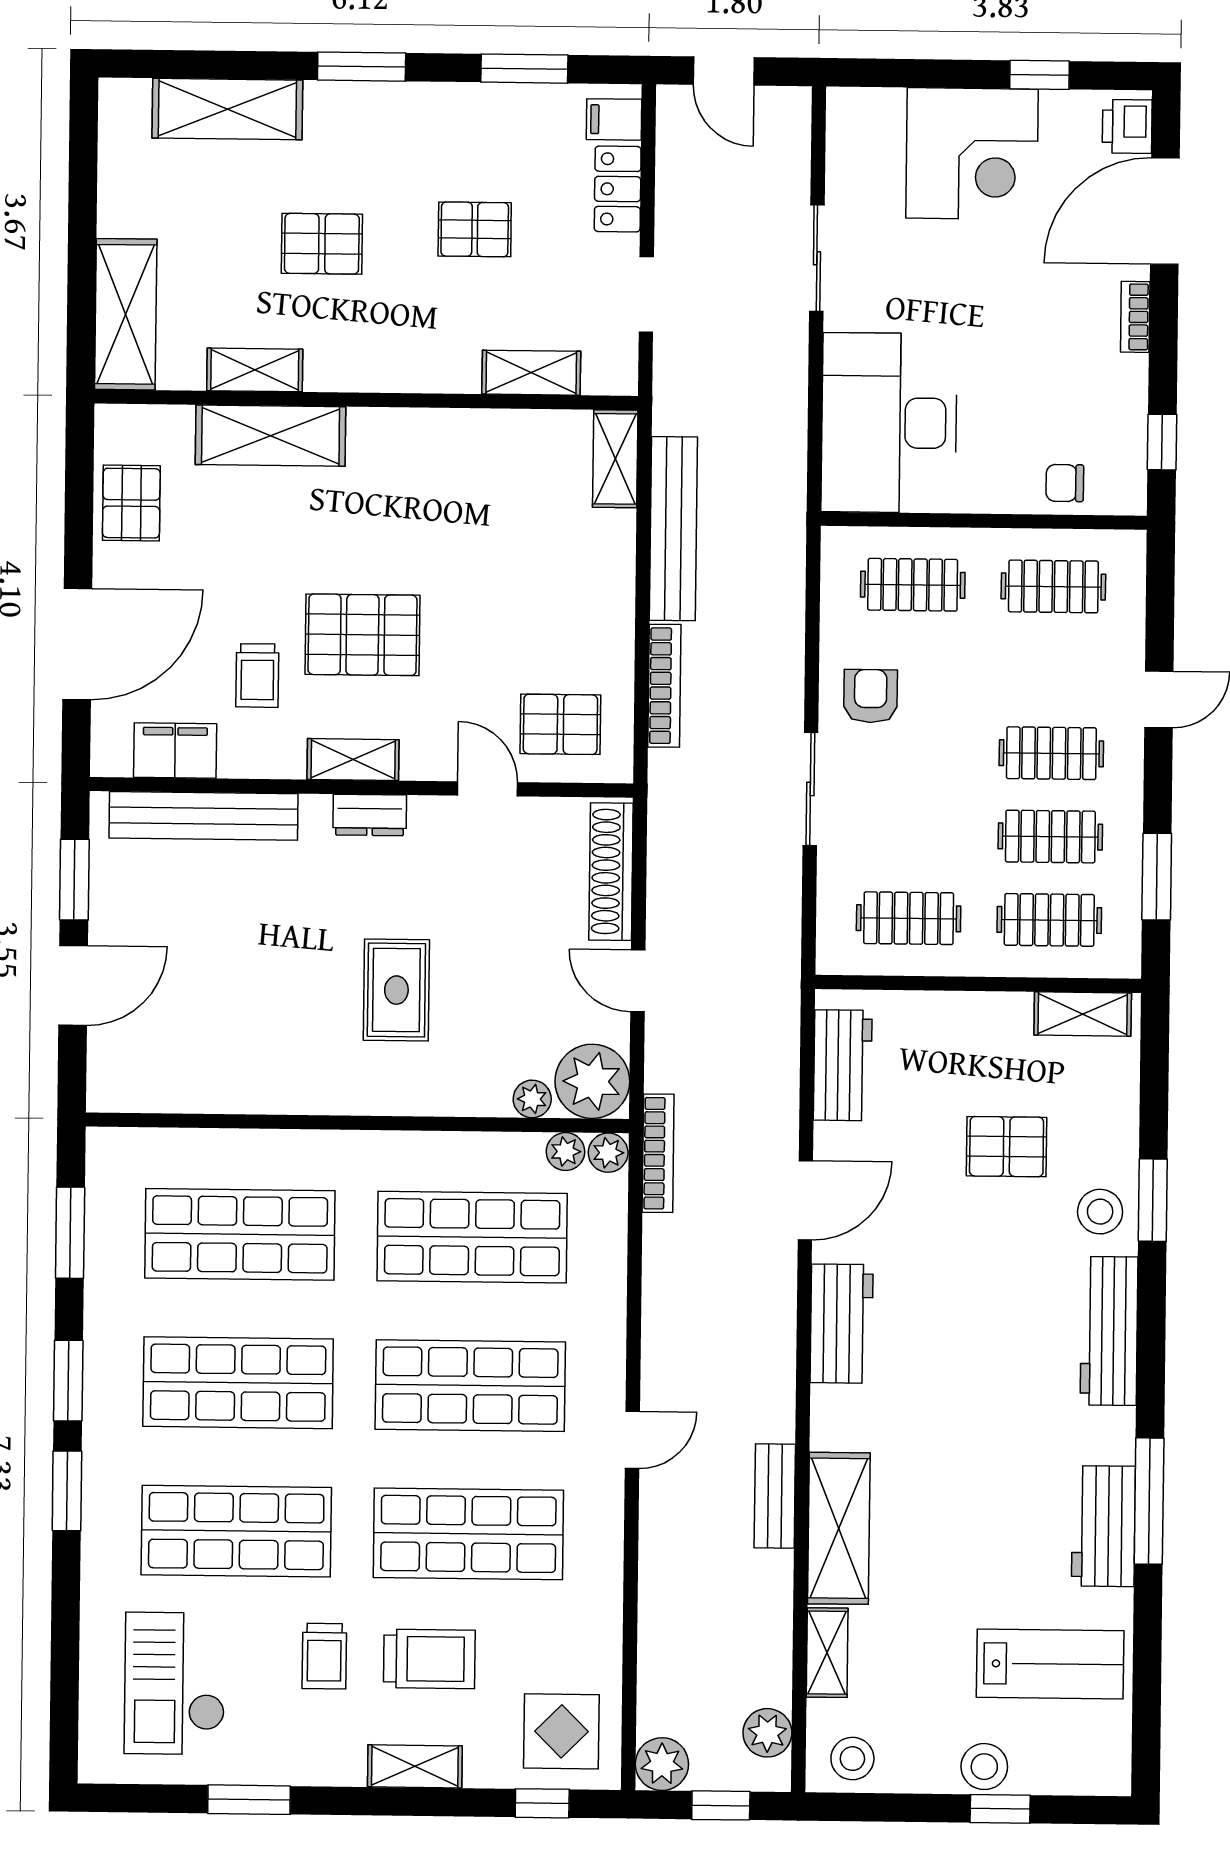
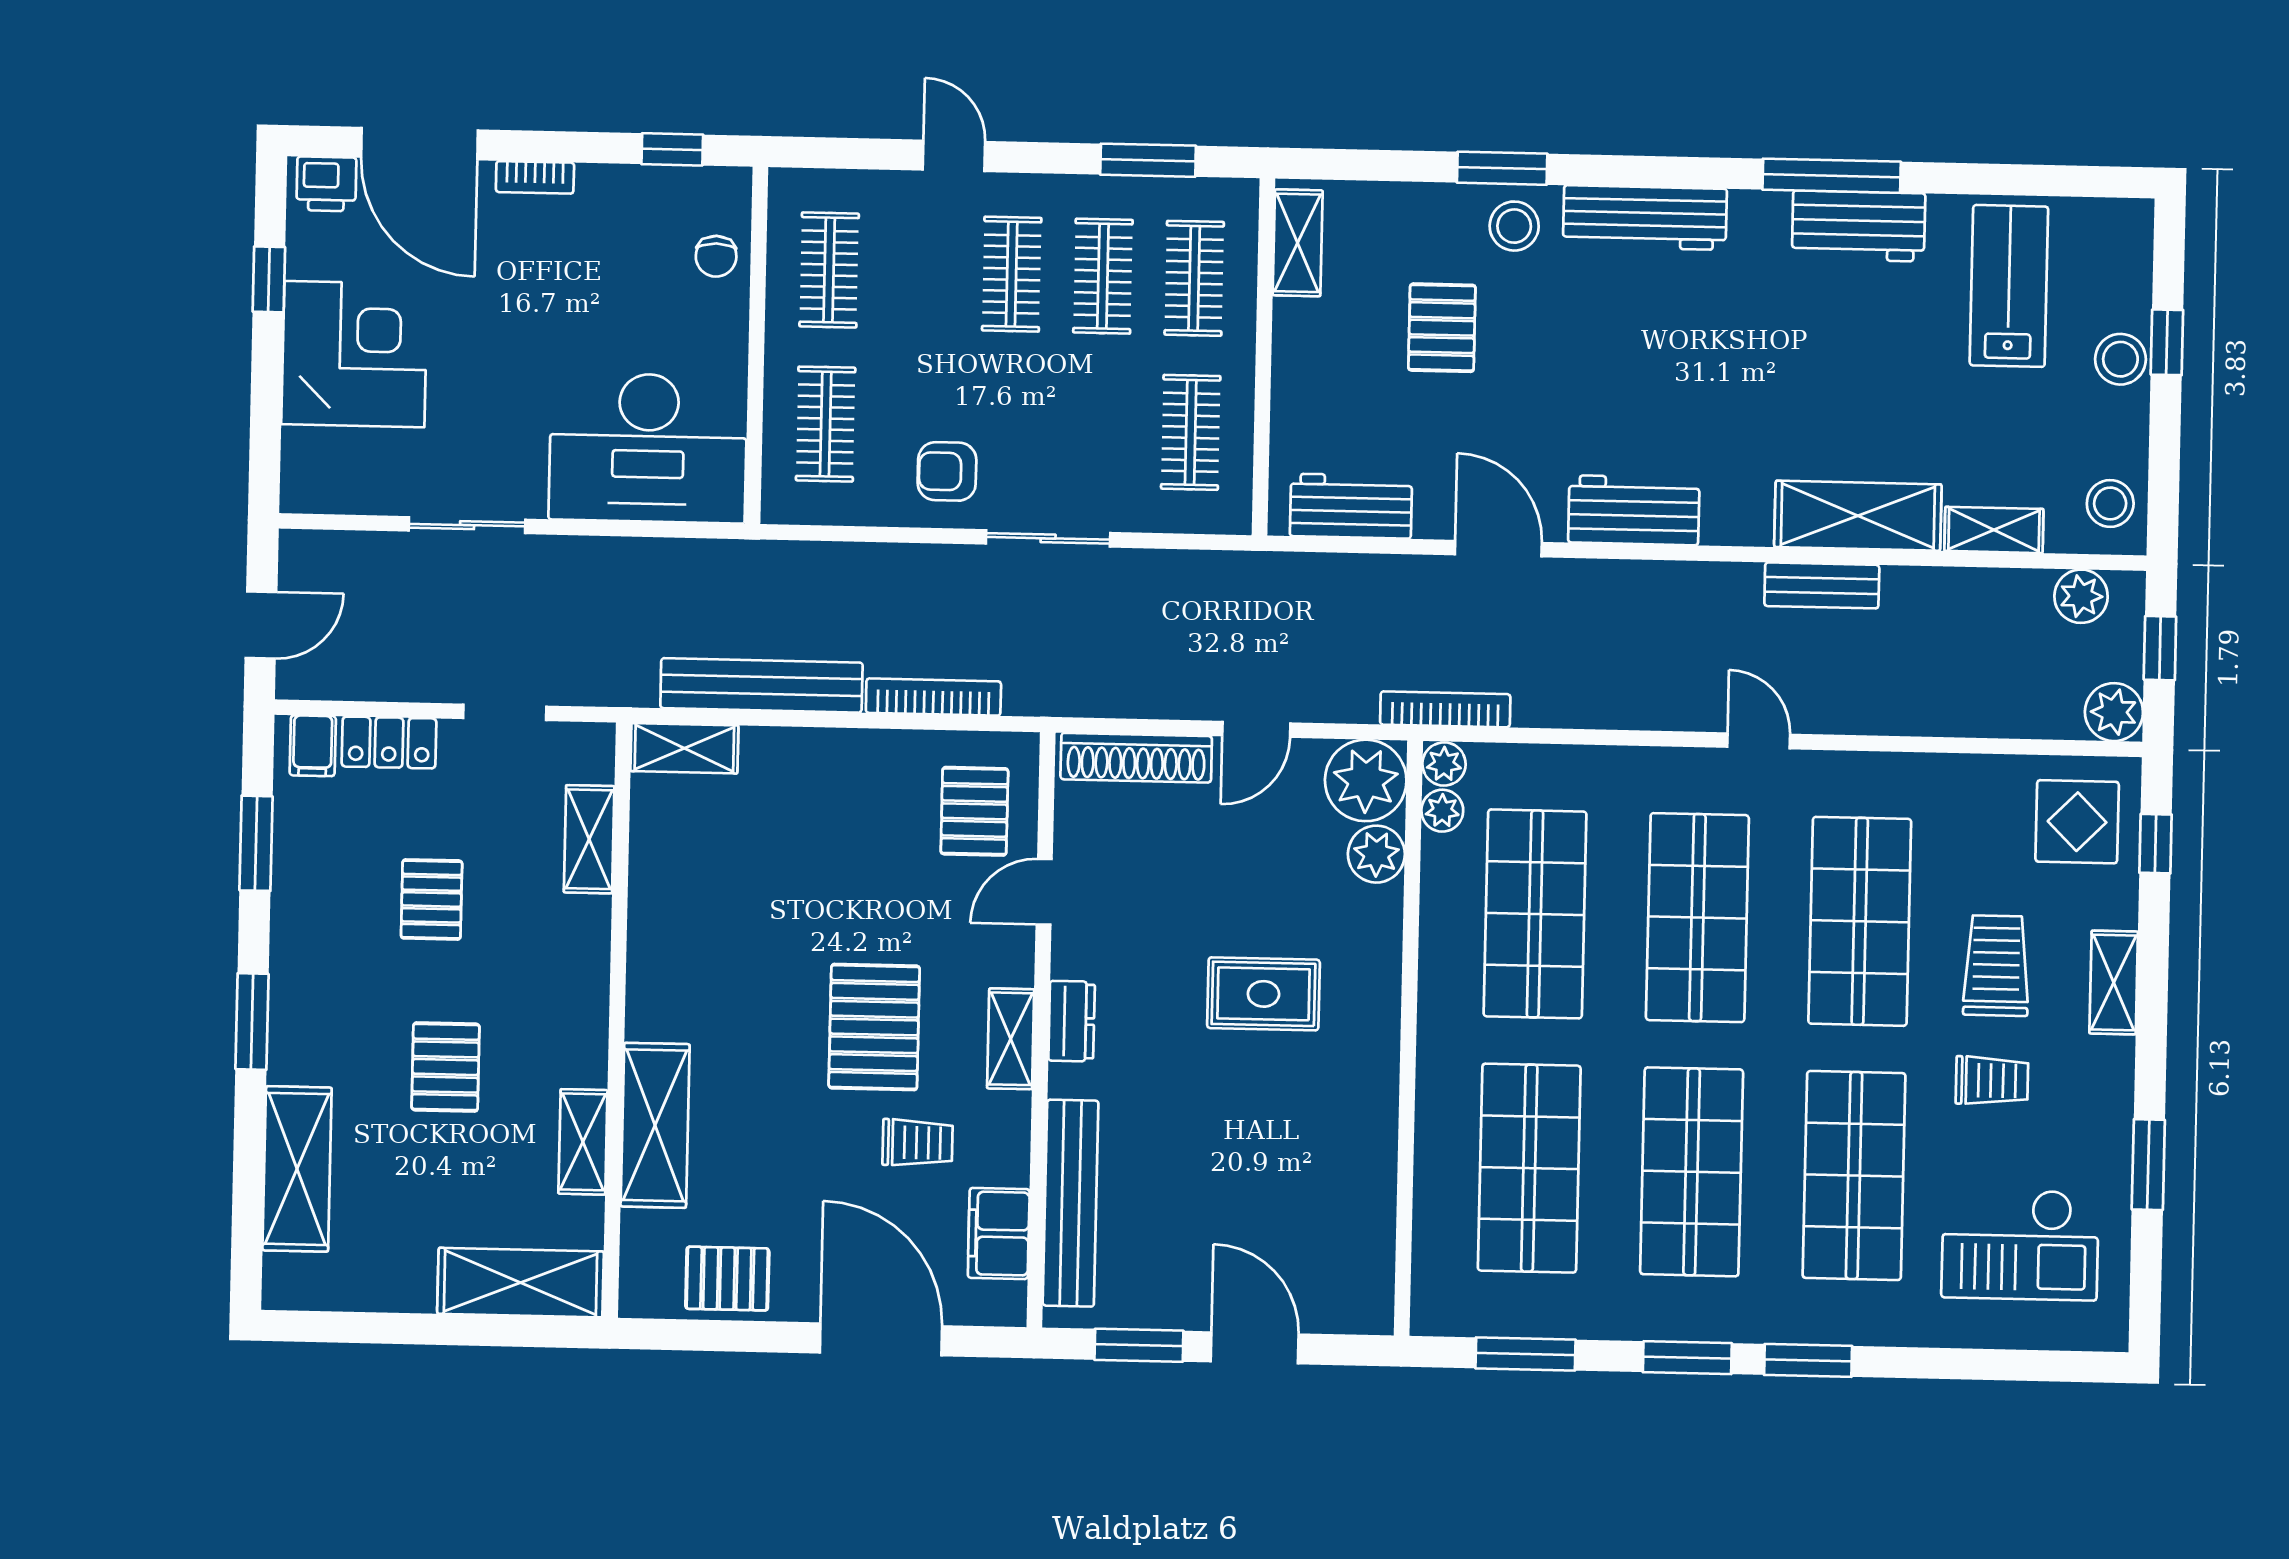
plant: (532, 1099) -> (1376, 854), width x1.38, depth x1.38

